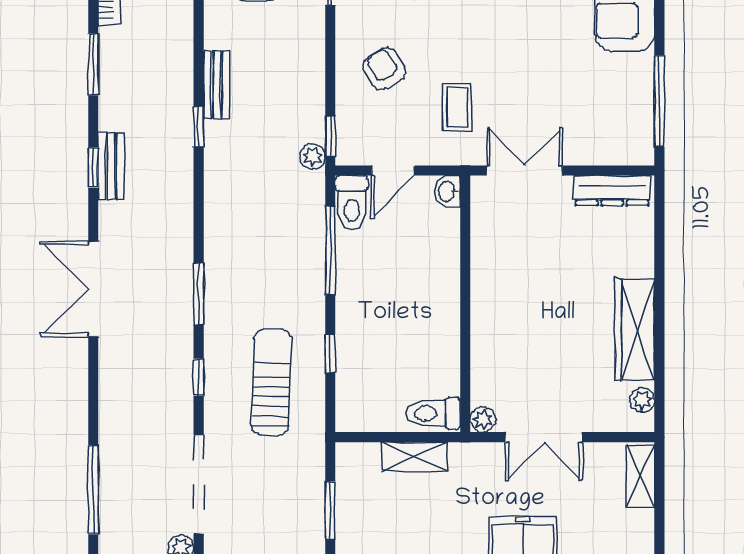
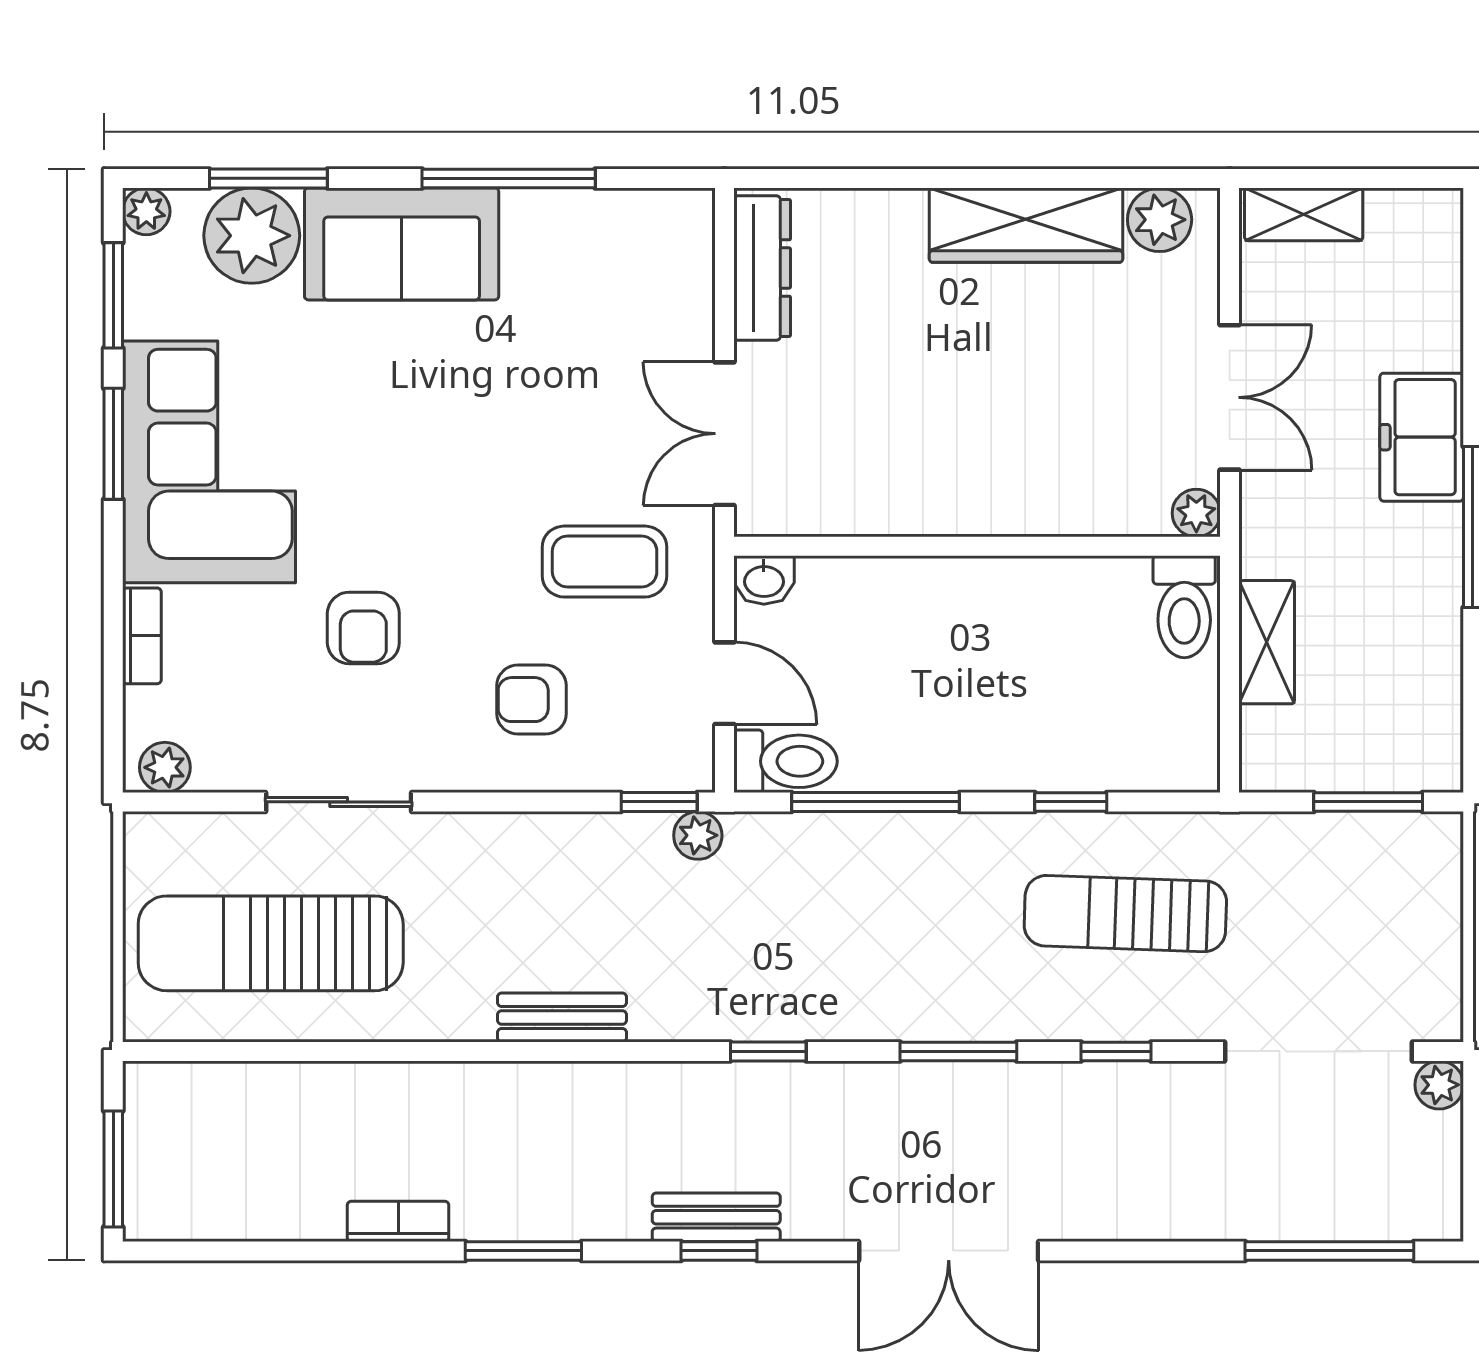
armchair: (384, 69) -> (532, 700), turned 31
window: (659, 101) -> (509, 178), moved
coffee table: (457, 107) -> (605, 562), width x1.36, depth x1.30
window: (199, 127) -> (768, 1051), moved
plant: (642, 400) -> (1160, 220), width x1.38, depth x1.38

